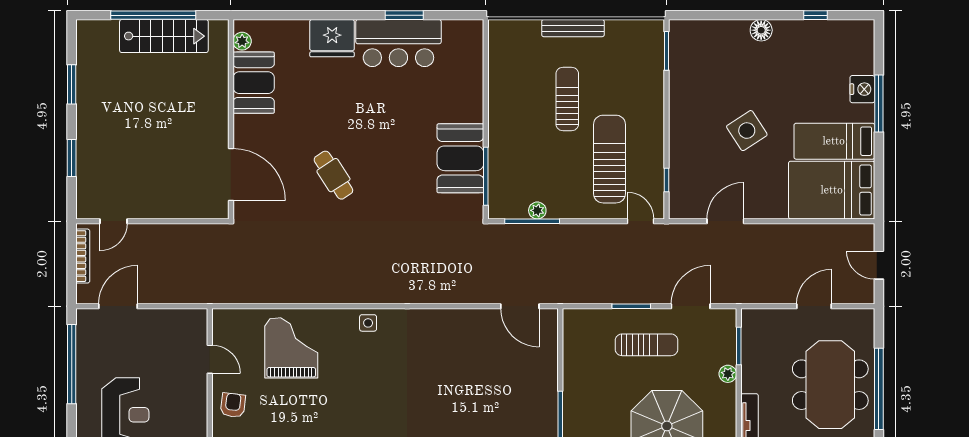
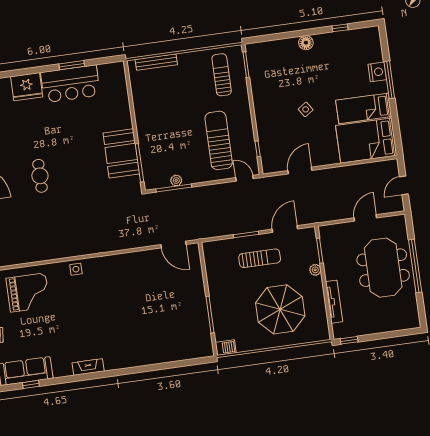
bench: (573, 28) -> (156, 62), moved
sun lounger: (567, 99) -> (222, 75), moved
side table: (747, 131) -> (306, 109), width x0.54, depth x0.54
cafe table: (333, 175) -> (40, 176), turned 33
door: (879, 265) -> (404, 185), hinge flipped
grand piano: (291, 348) -> (28, 292), turned 90

